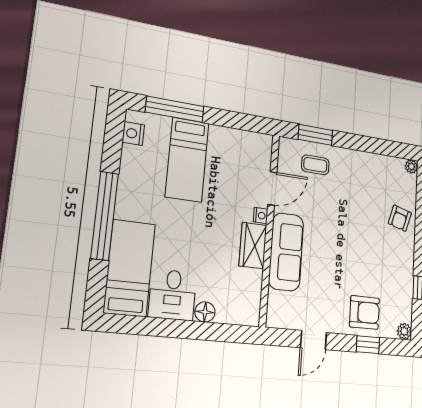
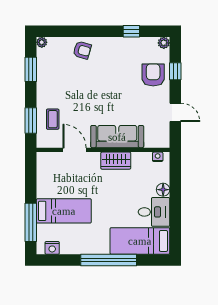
window: (380, 146) -> (31, 69), added
nightstand: (261, 215) -> (158, 157), moved

